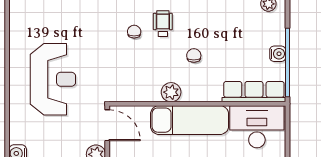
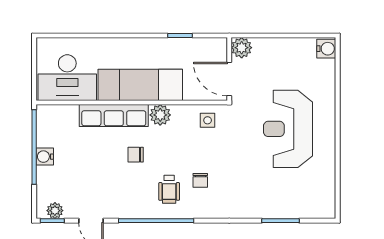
chair: (194, 56) -> (136, 155), turned 90
side table: (127, 87) -> (208, 120), added
row of seats: (254, 92) -> (114, 116), moved

